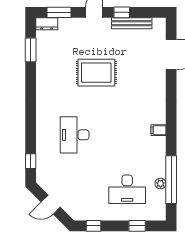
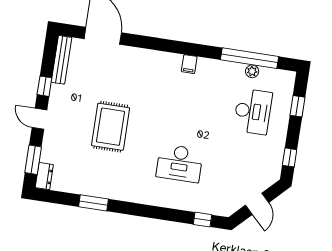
bench: (132, 23) -> (62, 60), moved
window: (31, 50) -> (94, 203), moved

